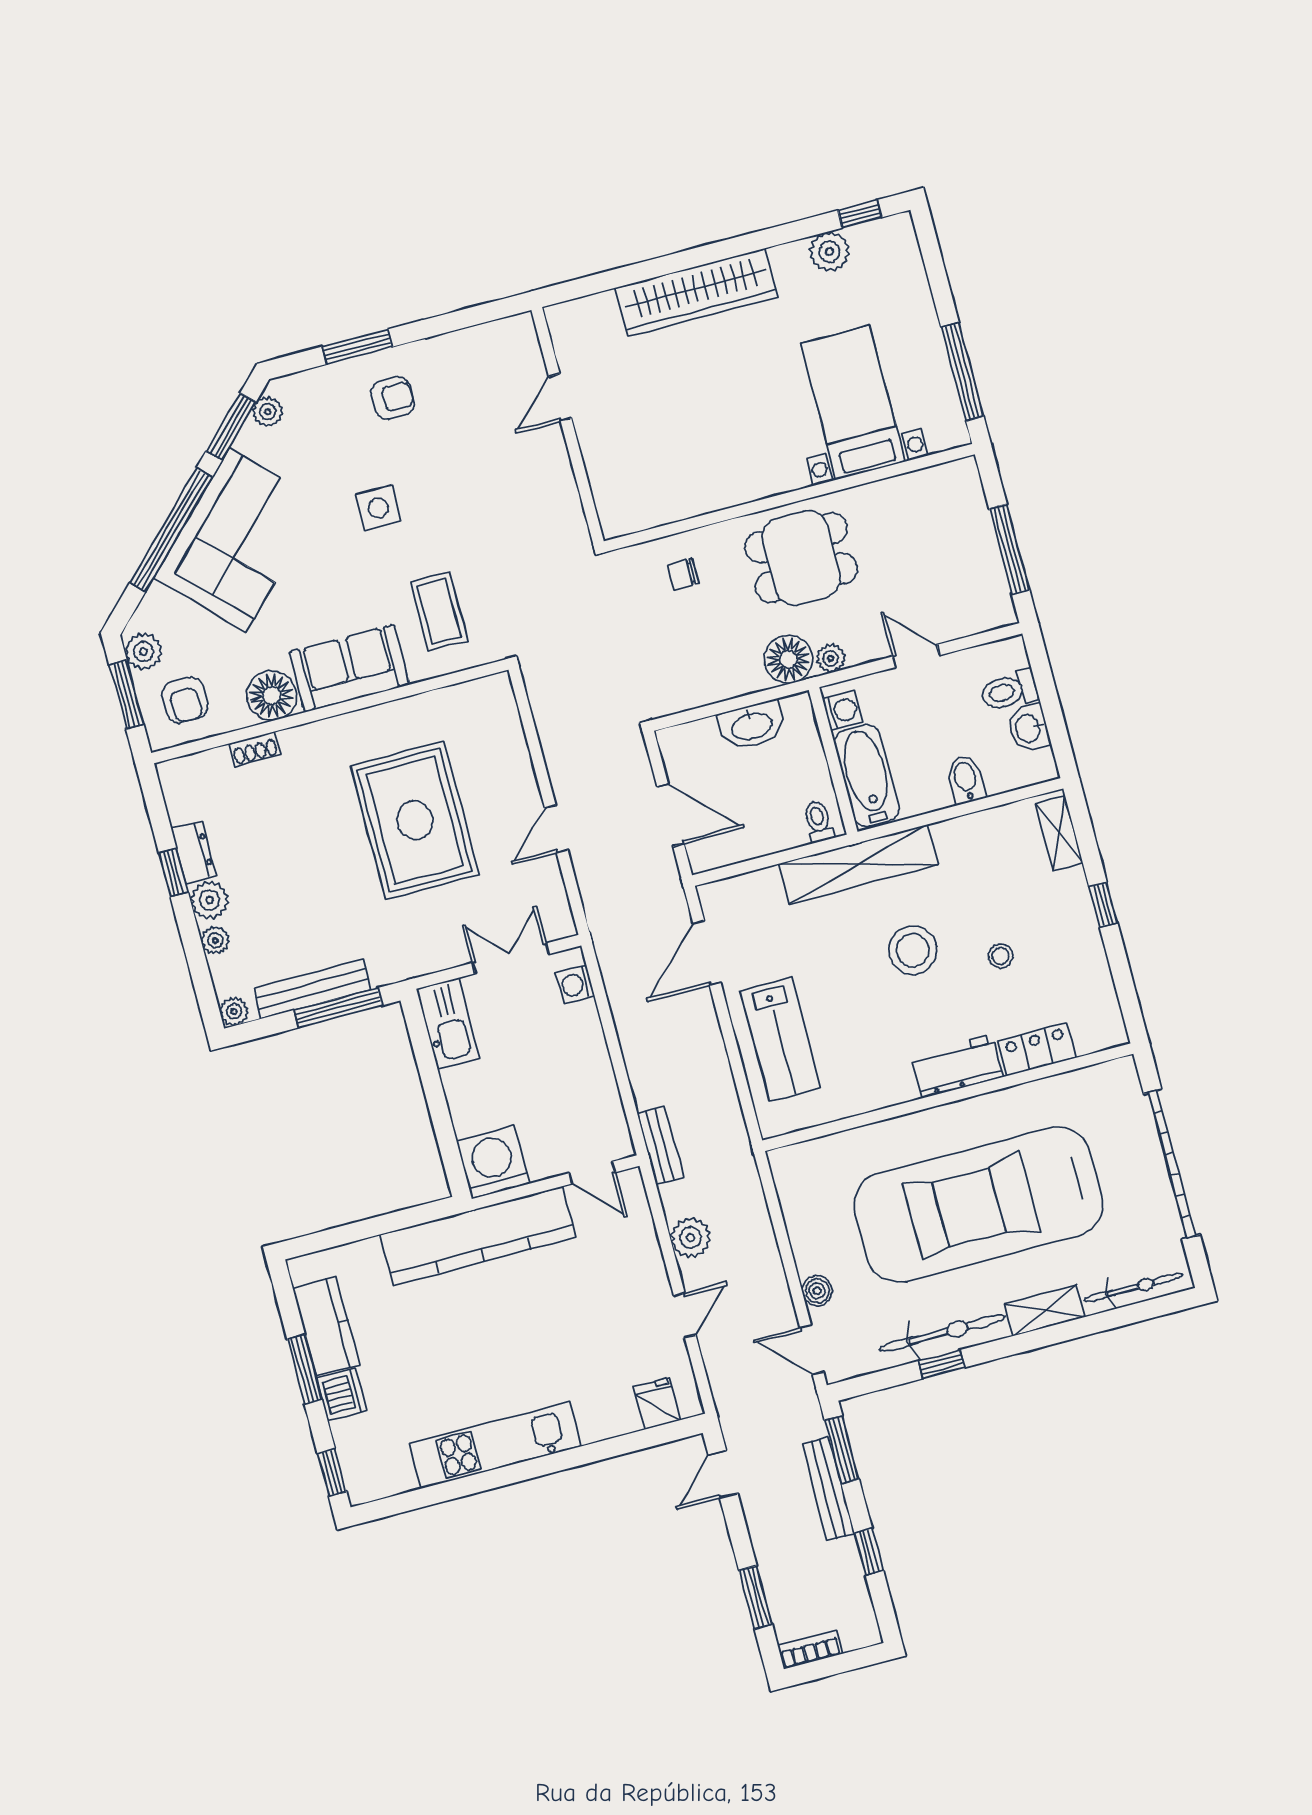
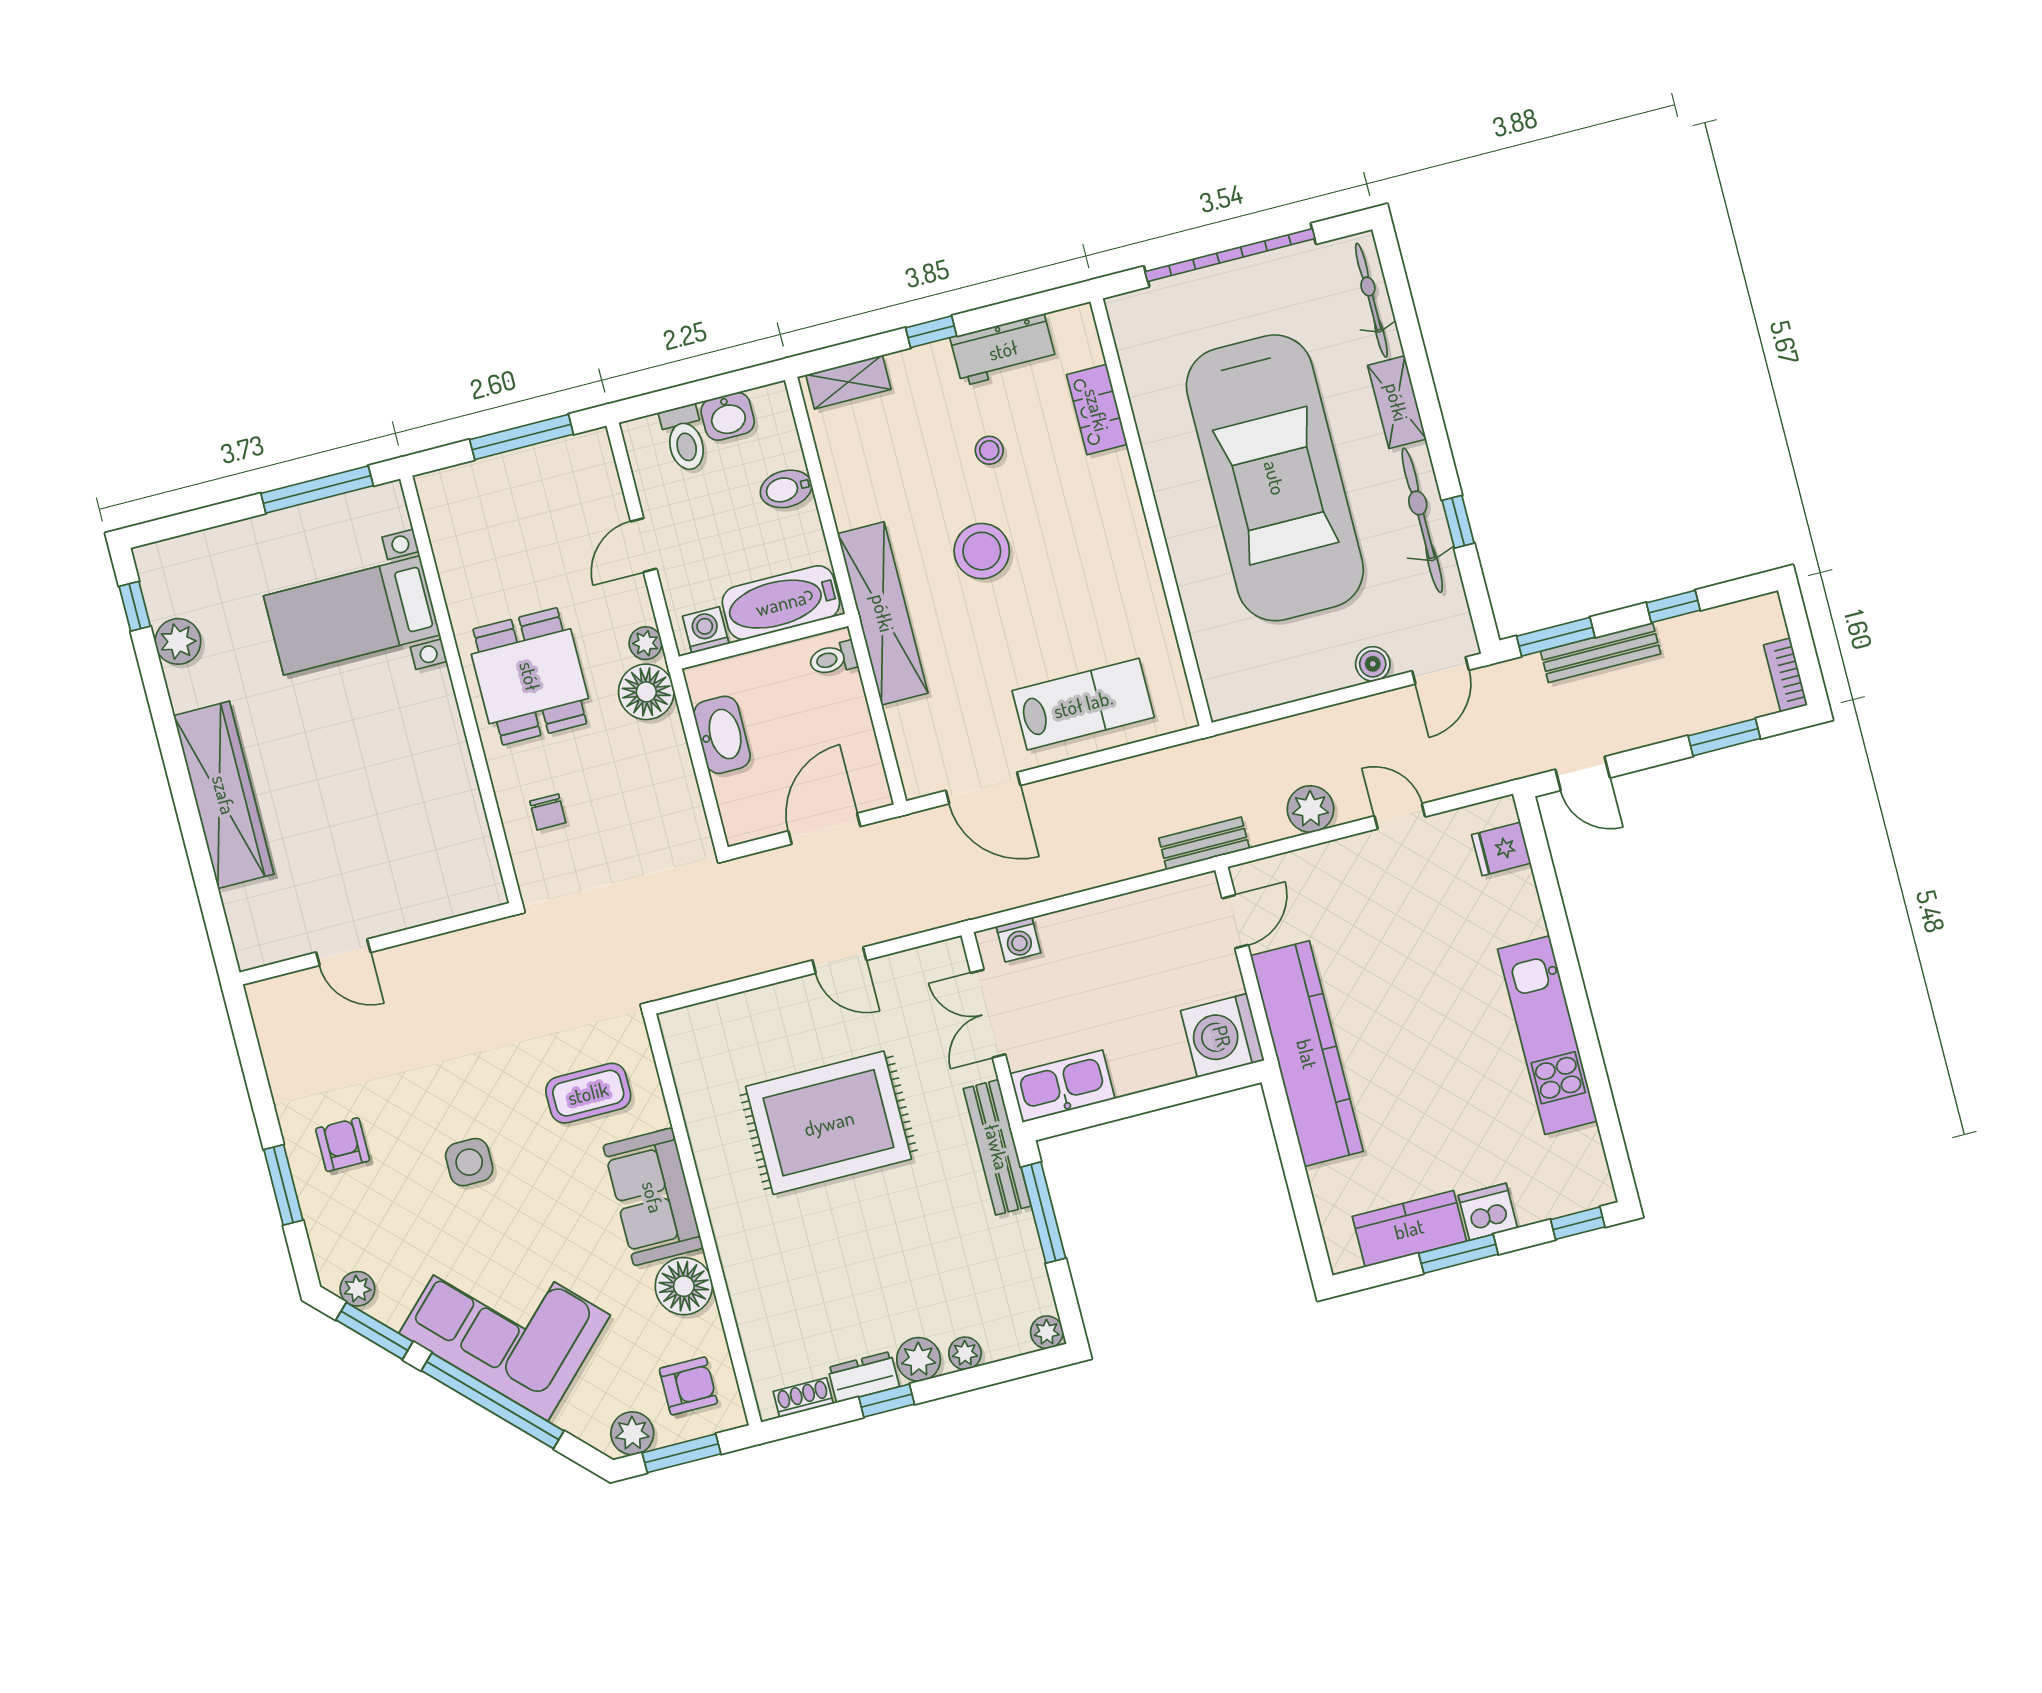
shoe rack: (255, 749) -> (803, 1398), moved, turned -90
bench: (312, 989) -> (997, 1147), moved
workbench: (957, 1067) -> (1003, 350), moved, turned -90

